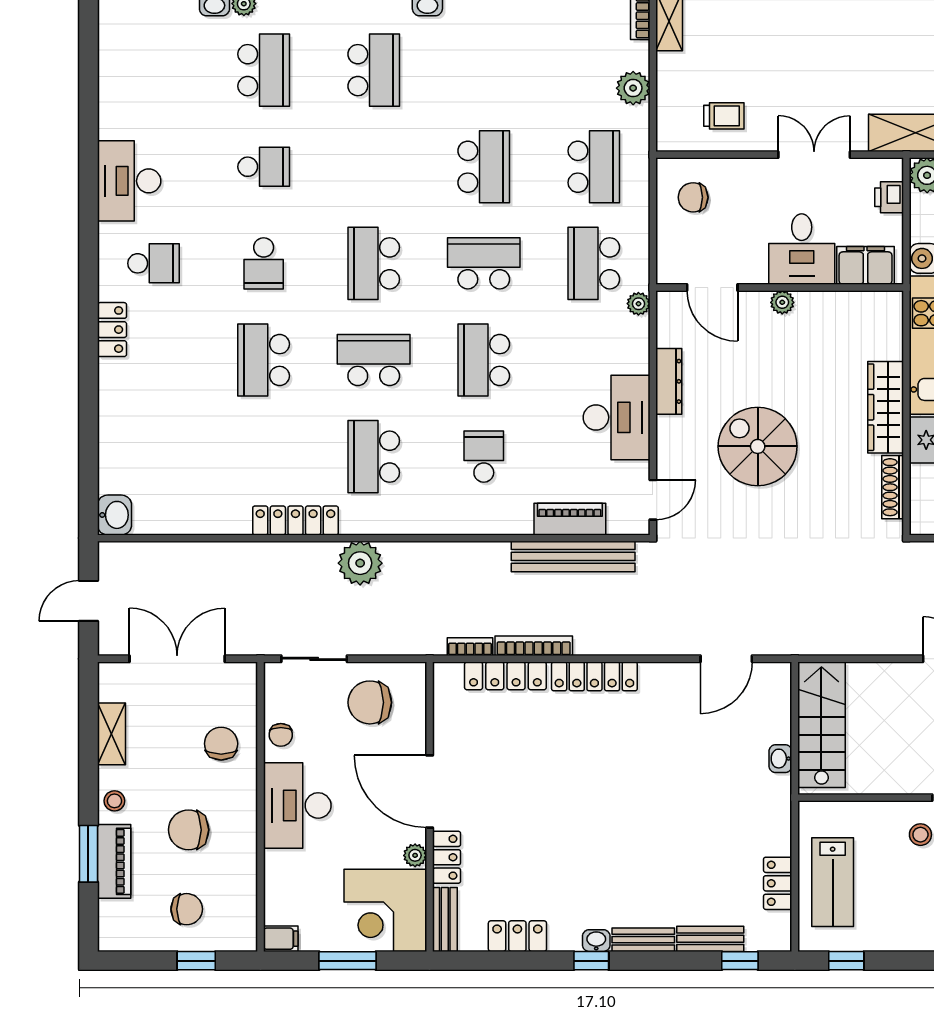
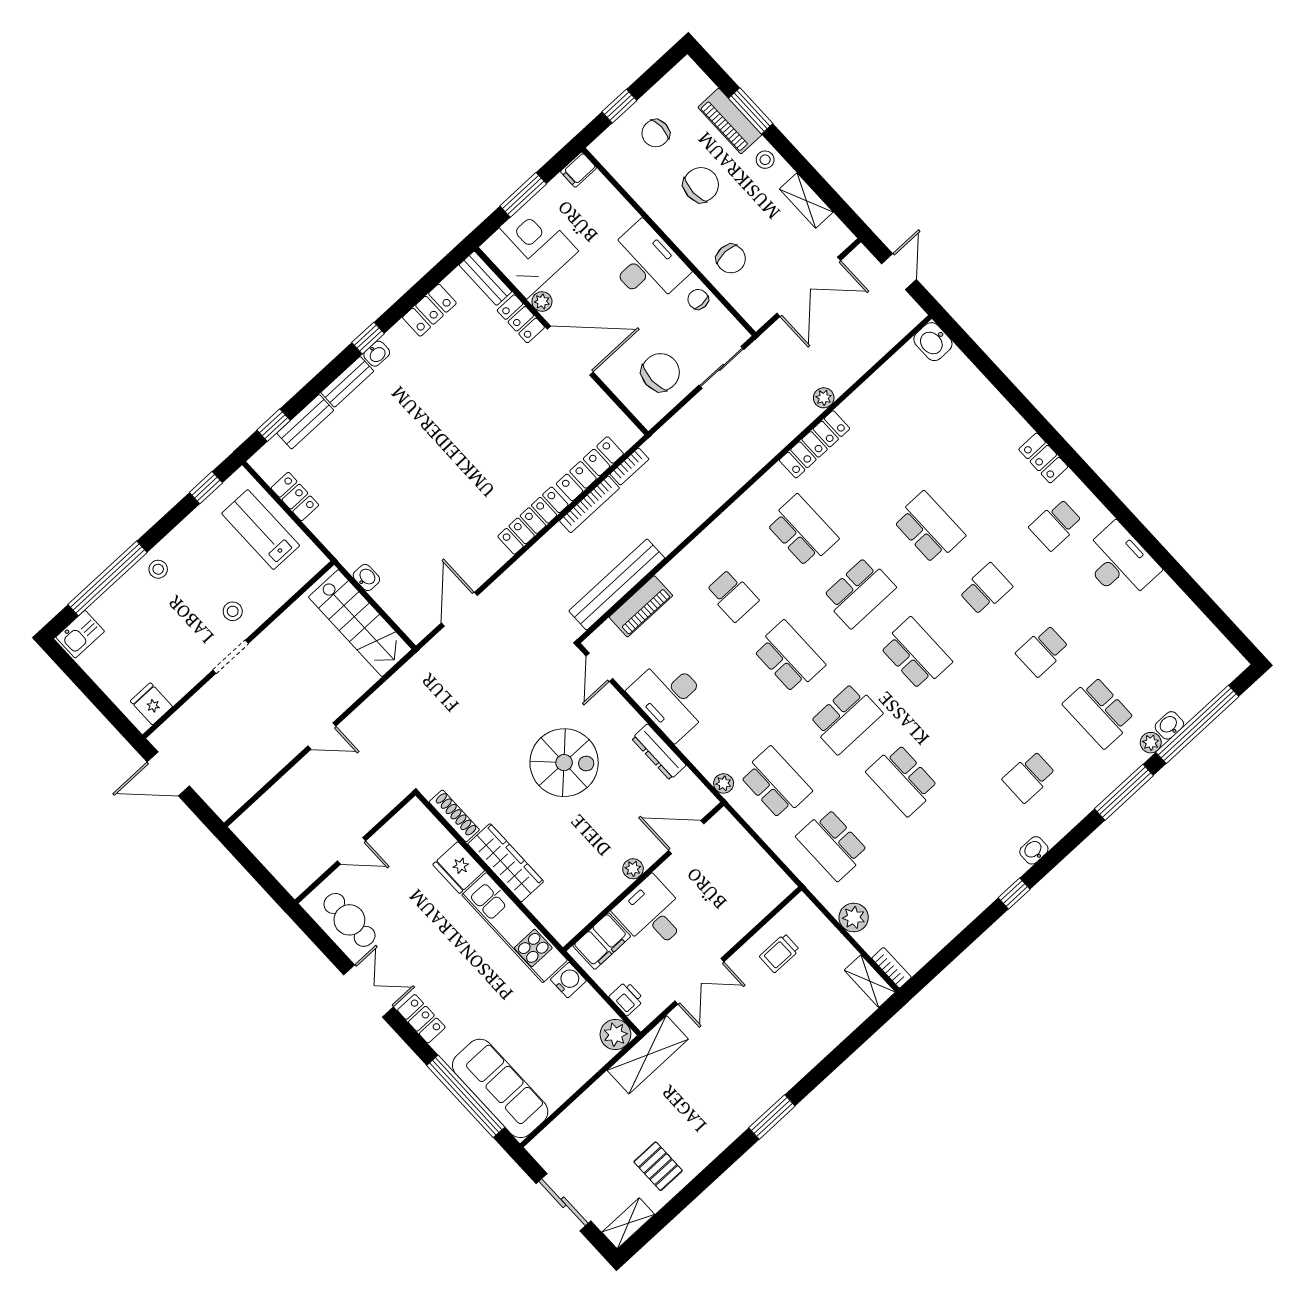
school desk: (374, 70) -> (1029, 777), width x0.54
chair: (693, 197) -> (751, 883), removed
school desk: (264, 263) -> (986, 589), turned 90
plant: (360, 563) -> (824, 398), moved, width x0.53, depth x0.53

